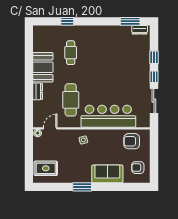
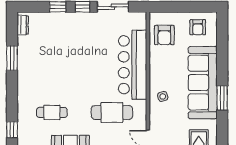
window: (67, 21) -> (12, 130), moved
window: (130, 21) -> (12, 58), moved
sofa: (107, 174) -> (203, 83), width x1.85, depth x1.27

